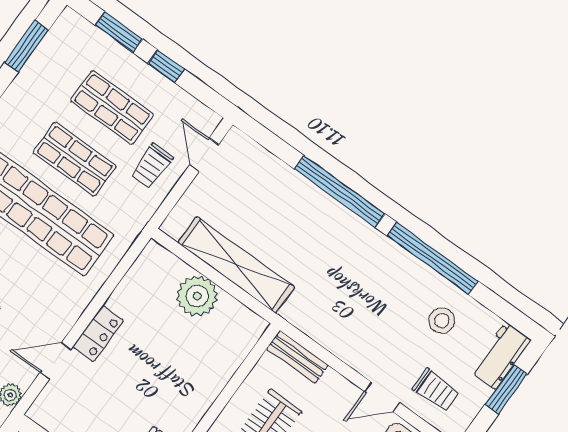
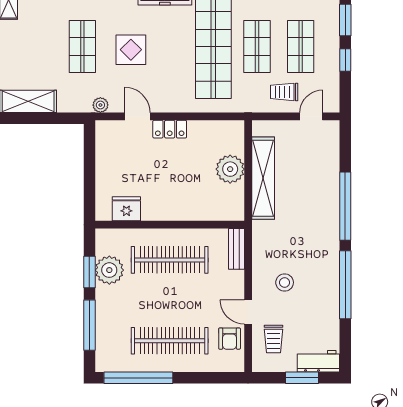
stool: (442, 321) -> (285, 282), moved

